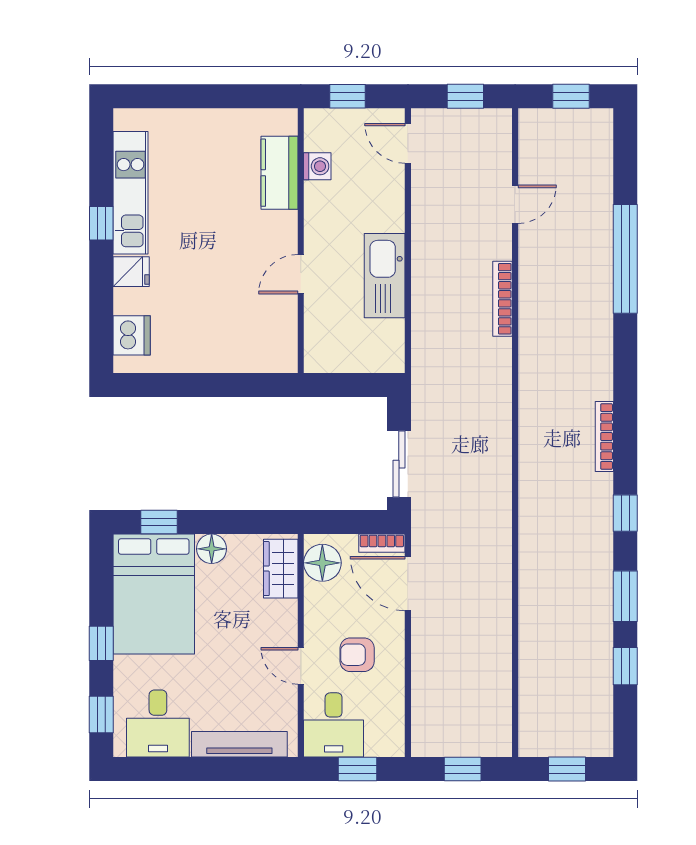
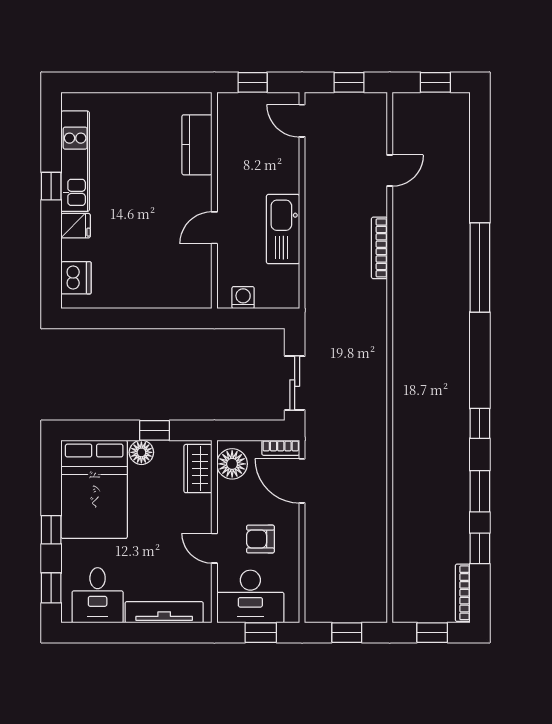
washing machine: (317, 166) -> (243, 298), moved, turned -90
window: (625, 259) -> (480, 267), moved
bookcase: (604, 437) -> (463, 593), moved
window: (159, 522) -> (155, 430), moved
desk: (334, 725) -> (250, 596), width x1.37

